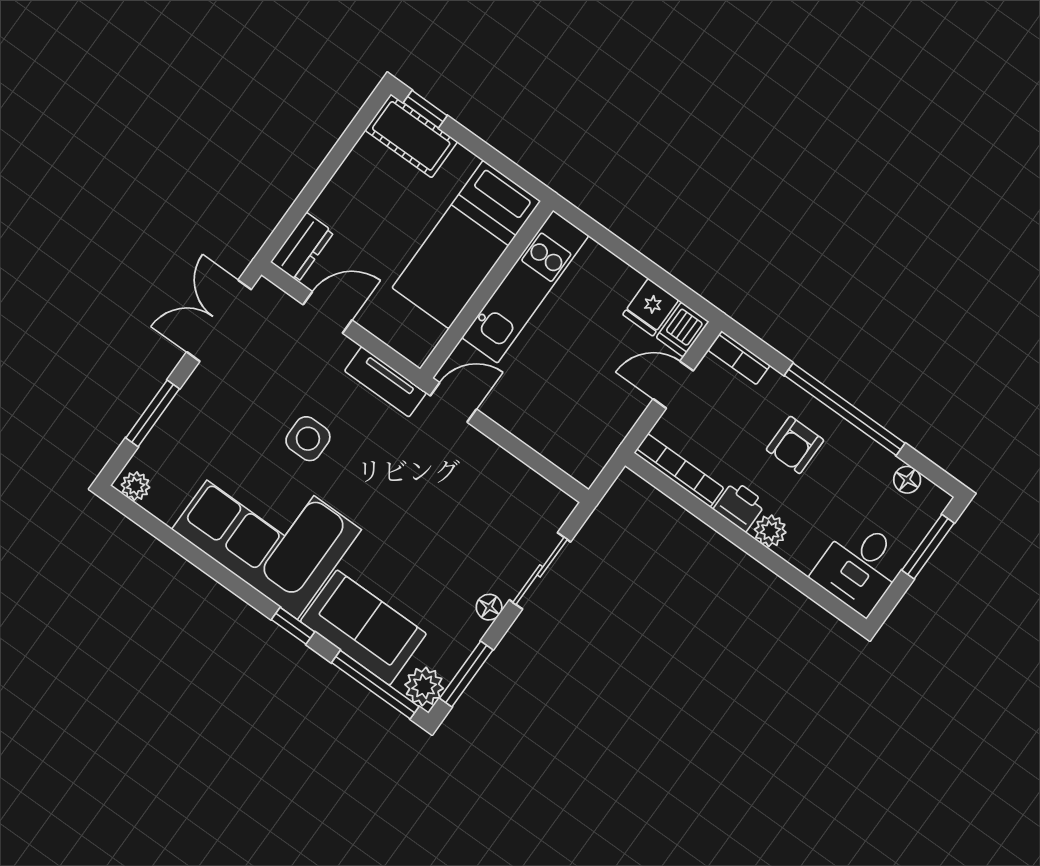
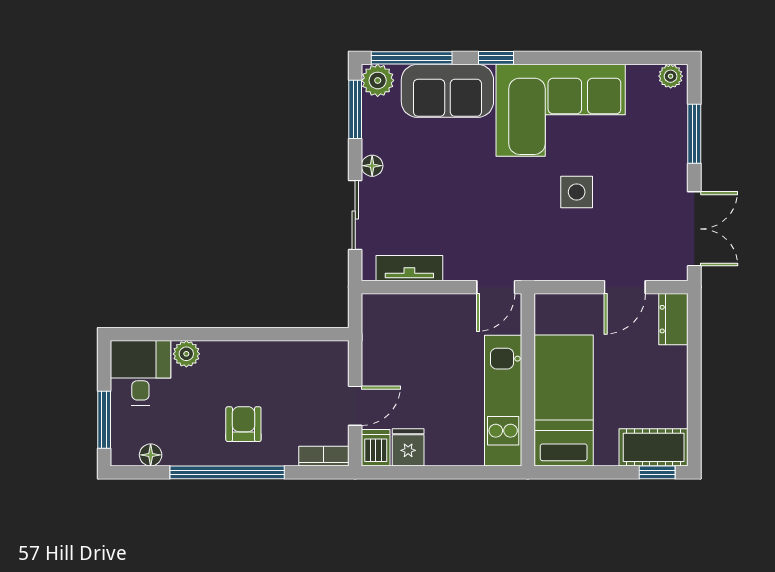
tv unit: (385, 382) -> (409, 268), moved
bookcase: (679, 470) -> (310, 350), removed
printer: (740, 506) -> (251, 356), removed
plant: (770, 531) -> (186, 354), moved

